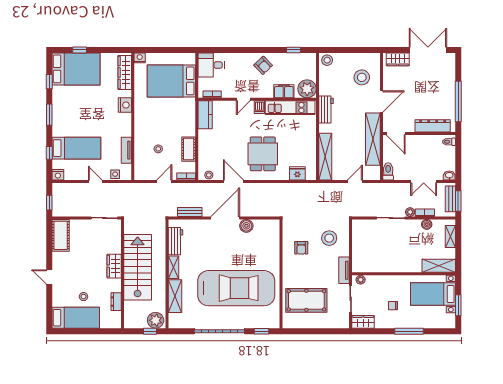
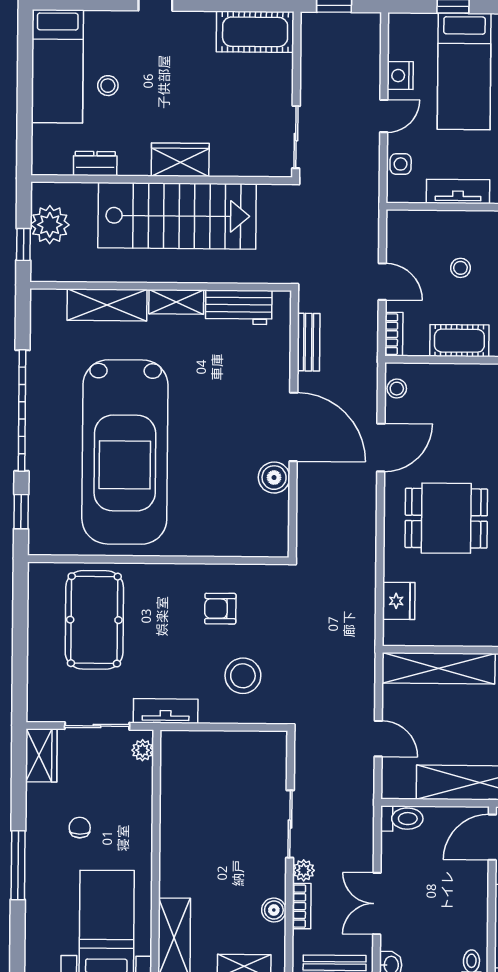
nightstand: (58, 175) -> (400, 76), moved
plant: (156, 320) -> (50, 225), moved

